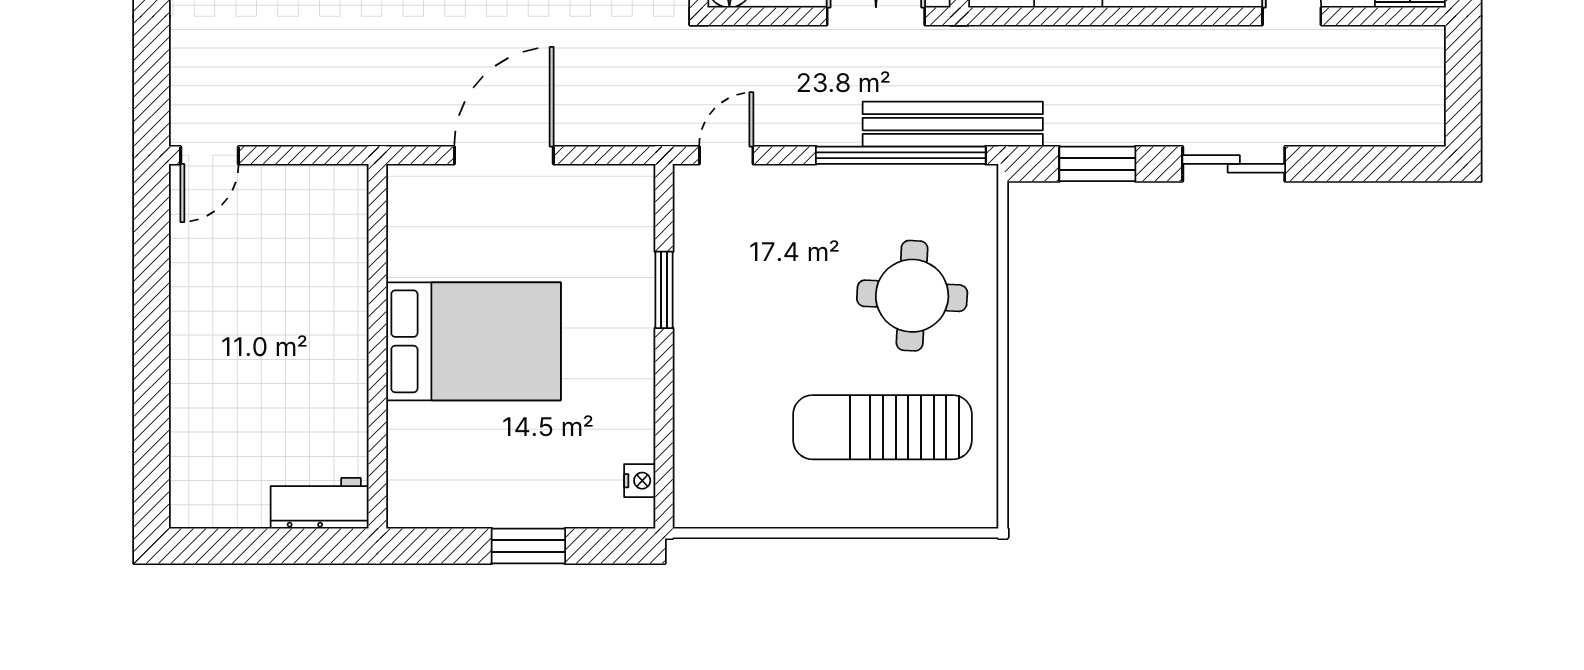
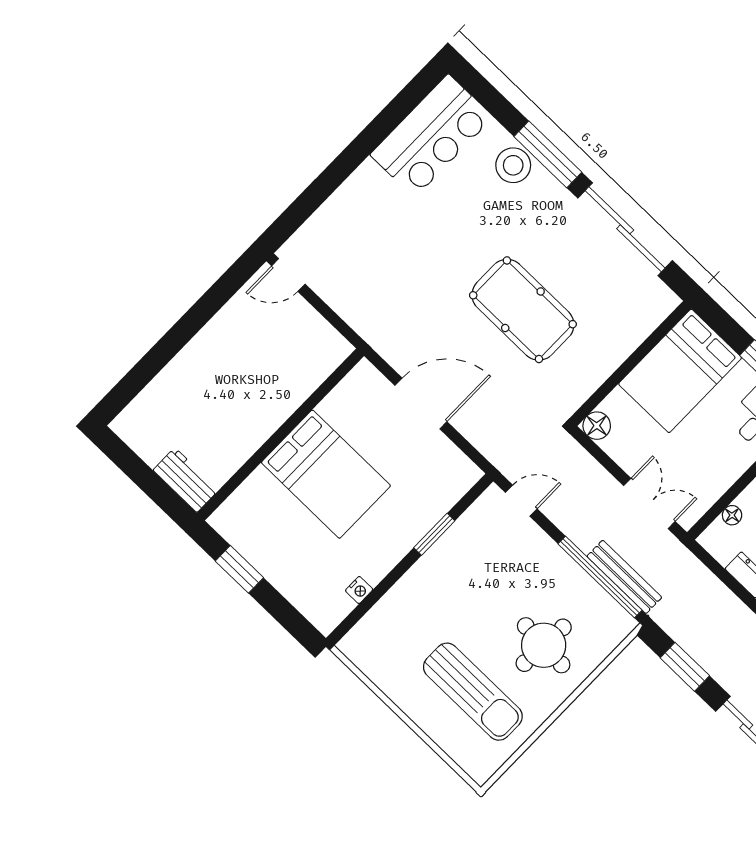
bench: (953, 124) -> (624, 577), width x0.73, depth x0.82
sun lounger: (883, 427) -> (473, 692), turned 180
nightstand: (640, 481) -> (359, 590), moved
window: (528, 546) -> (239, 569), moved

